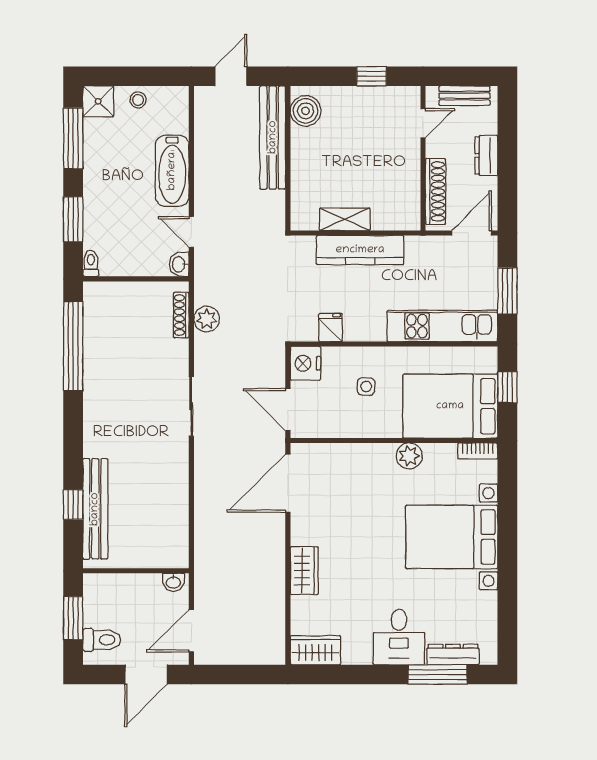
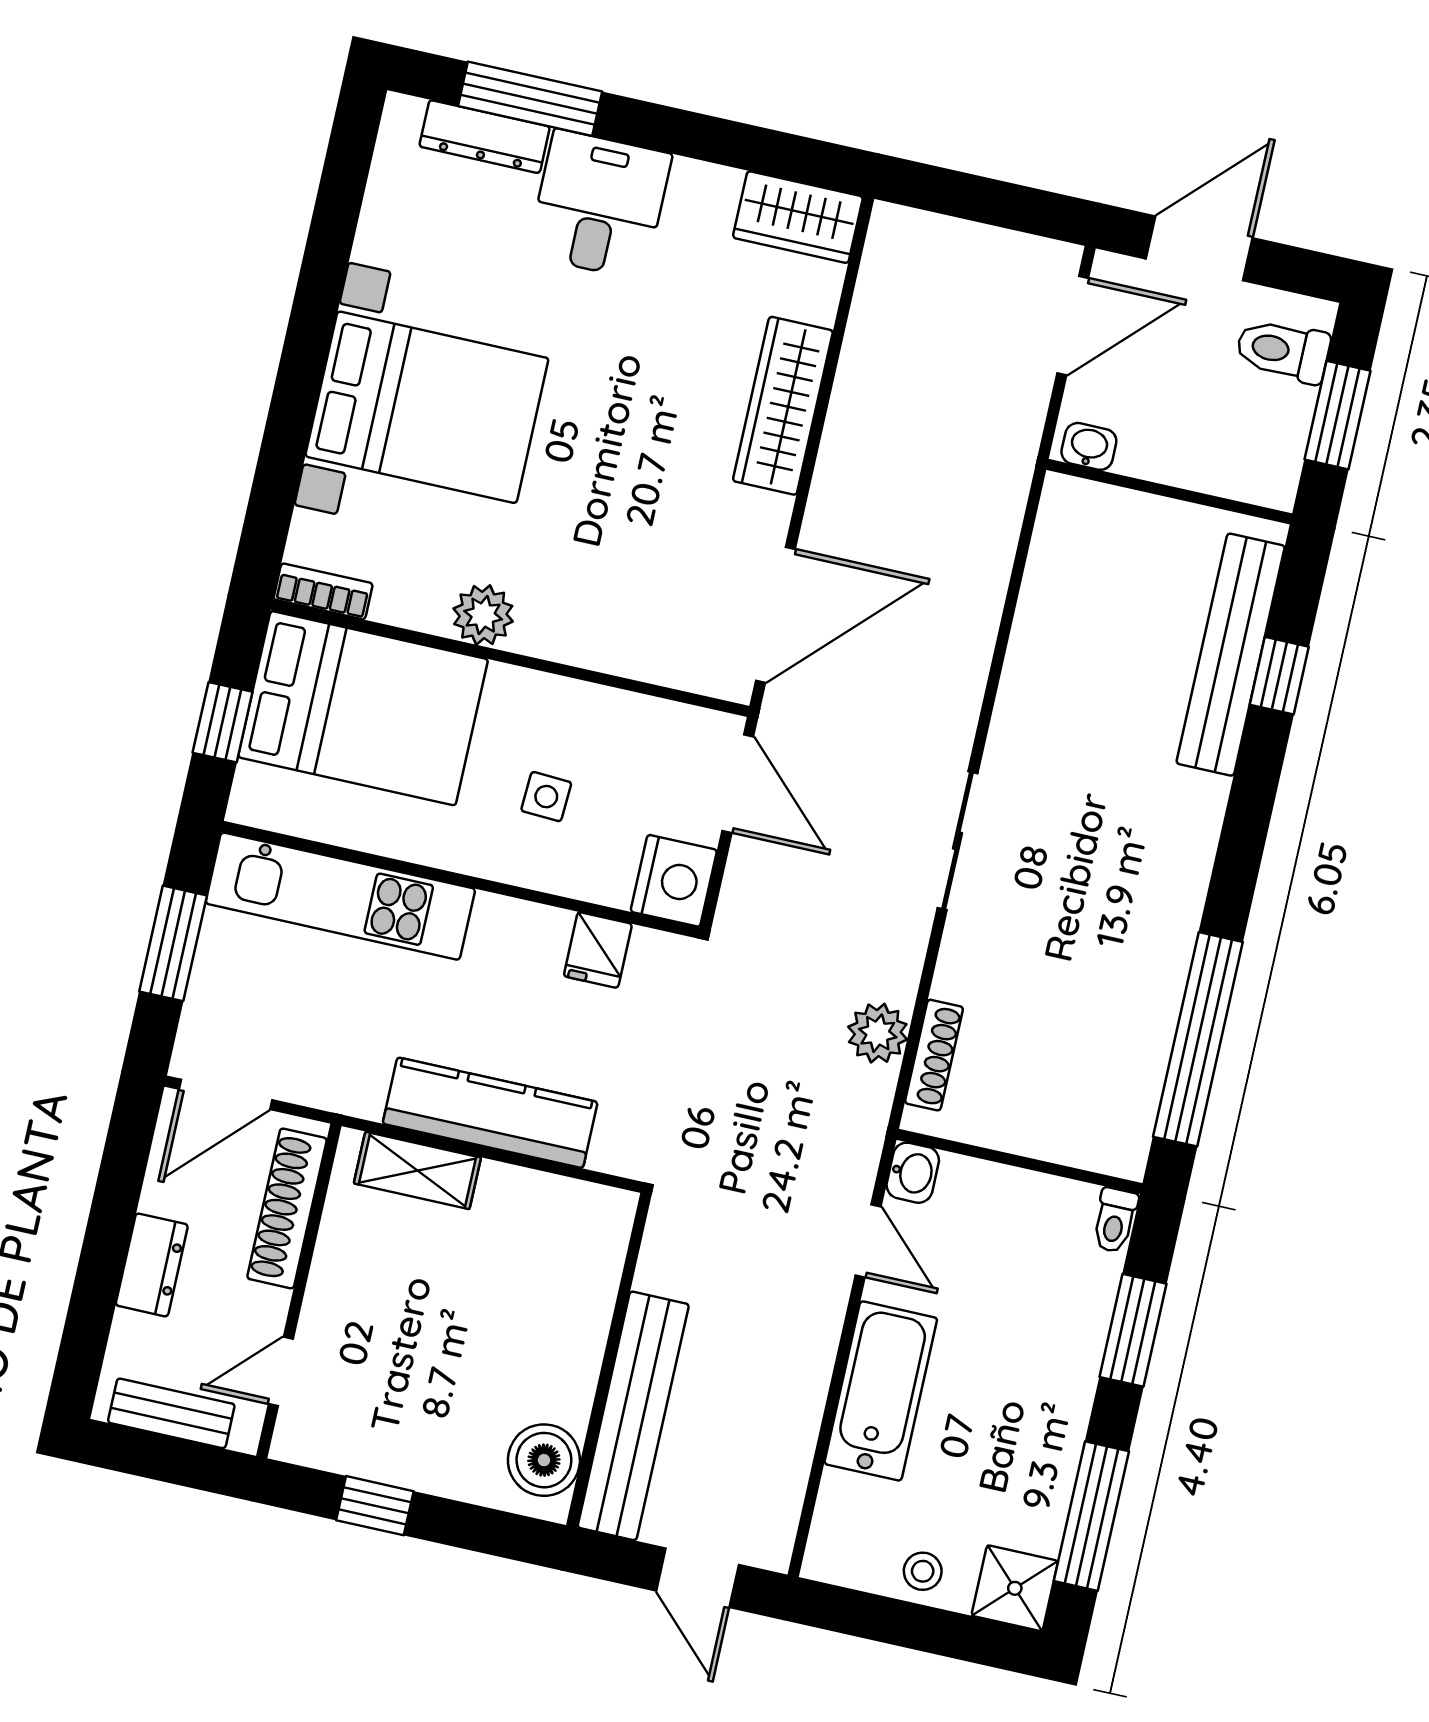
door: (231, 76) -> (697, 1578), hinge flipped
shelving: (345, 219) -> (417, 1170), moved
wardrobe: (304, 571) -> (783, 406), width x1.50

